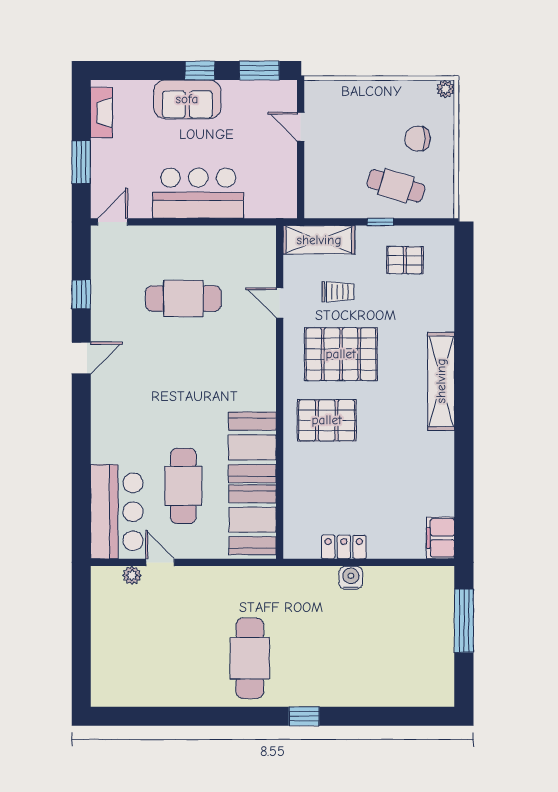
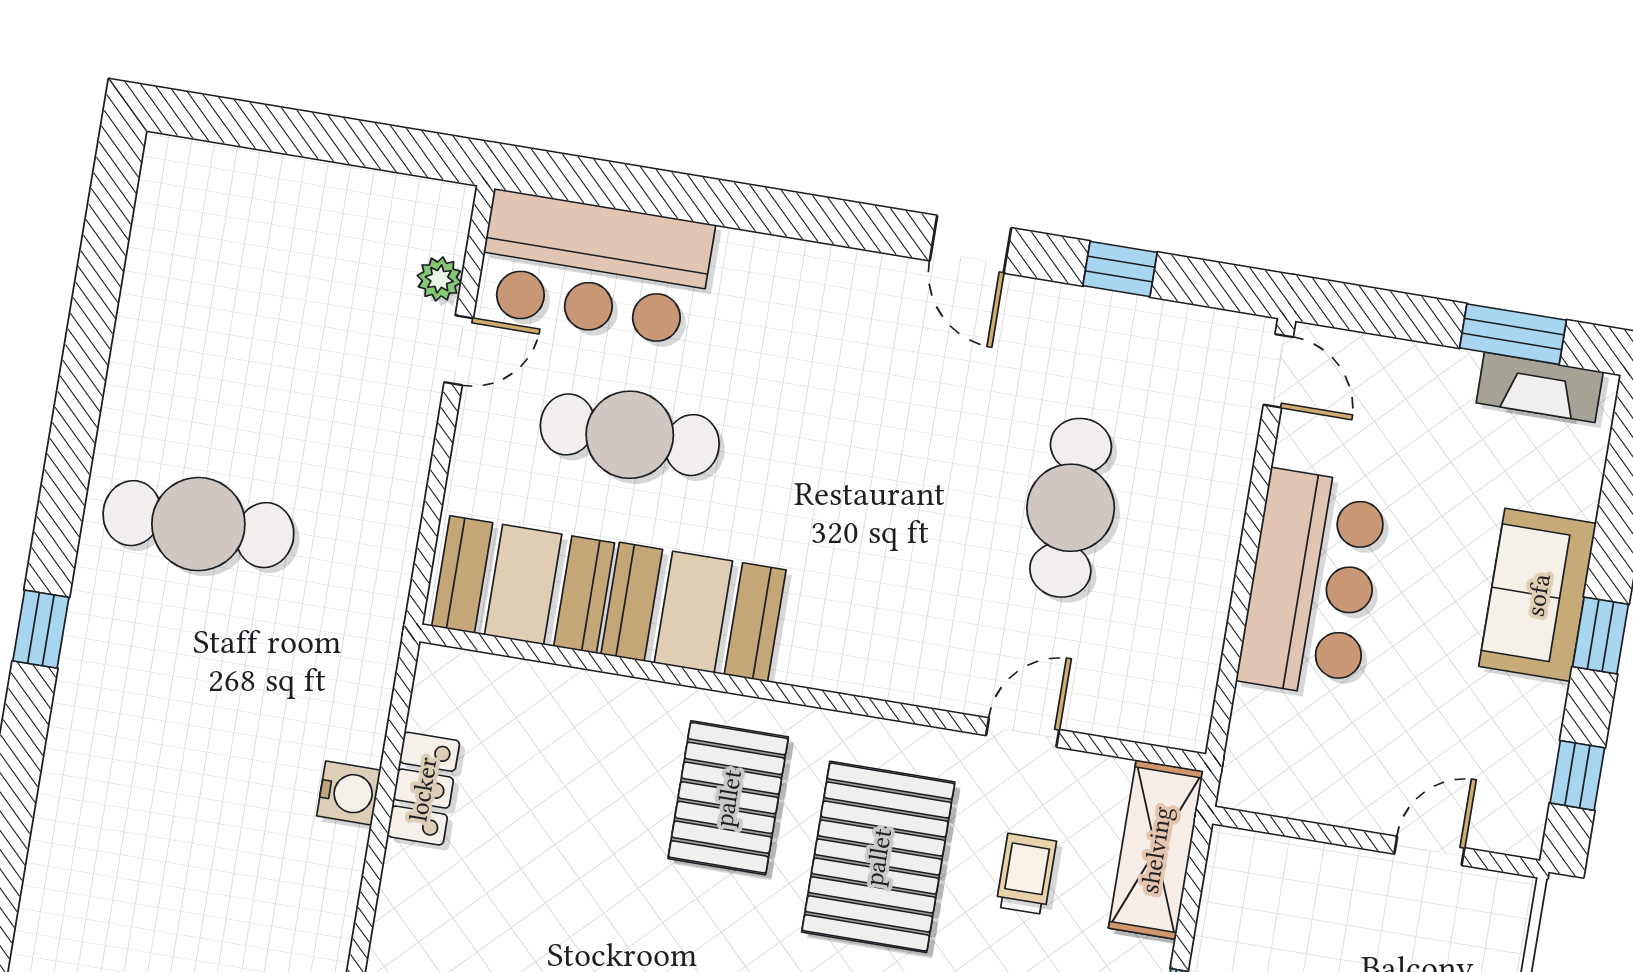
window: (259, 71) -> (1577, 775), width x0.67
window: (81, 162) -> (1513, 334), moved
trolley: (338, 292) -> (1026, 874), turned 180

